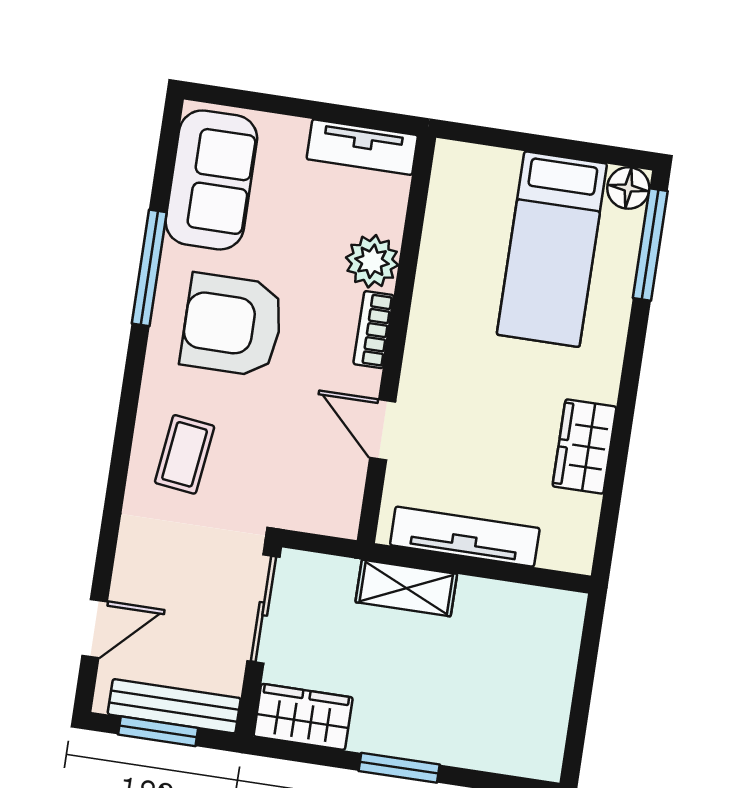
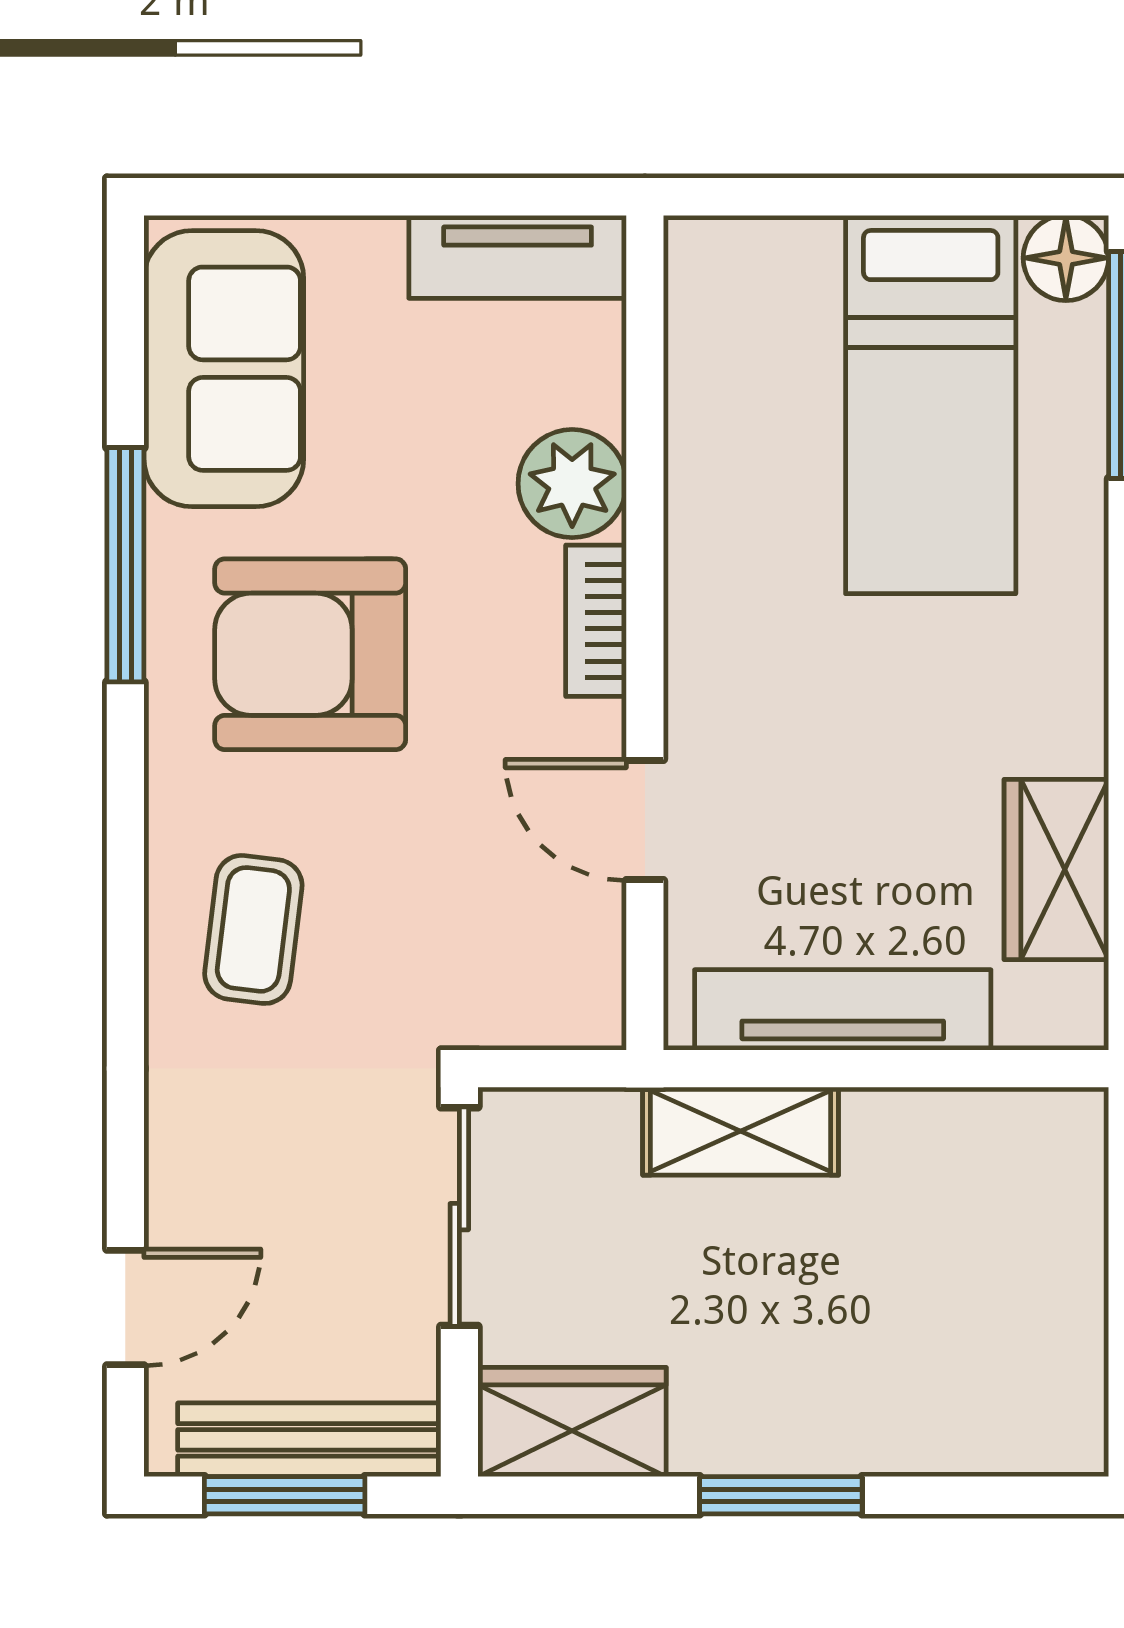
wardrobe: (584, 447) -> (1056, 869), moved

